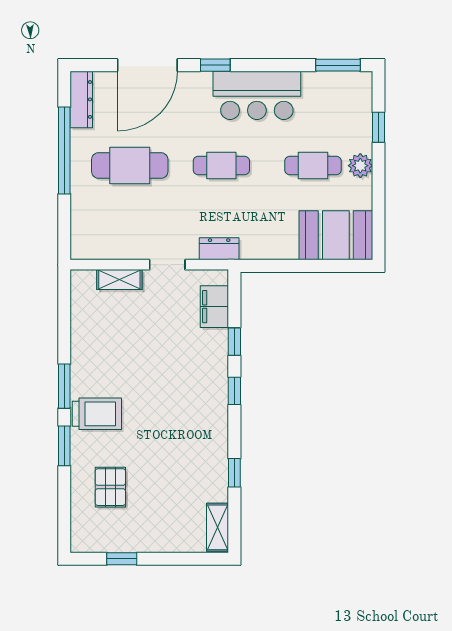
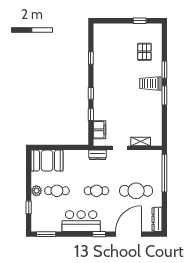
window: (64, 151) -> (164, 173), moved
shelving: (218, 527) -> (98, 34), removed

